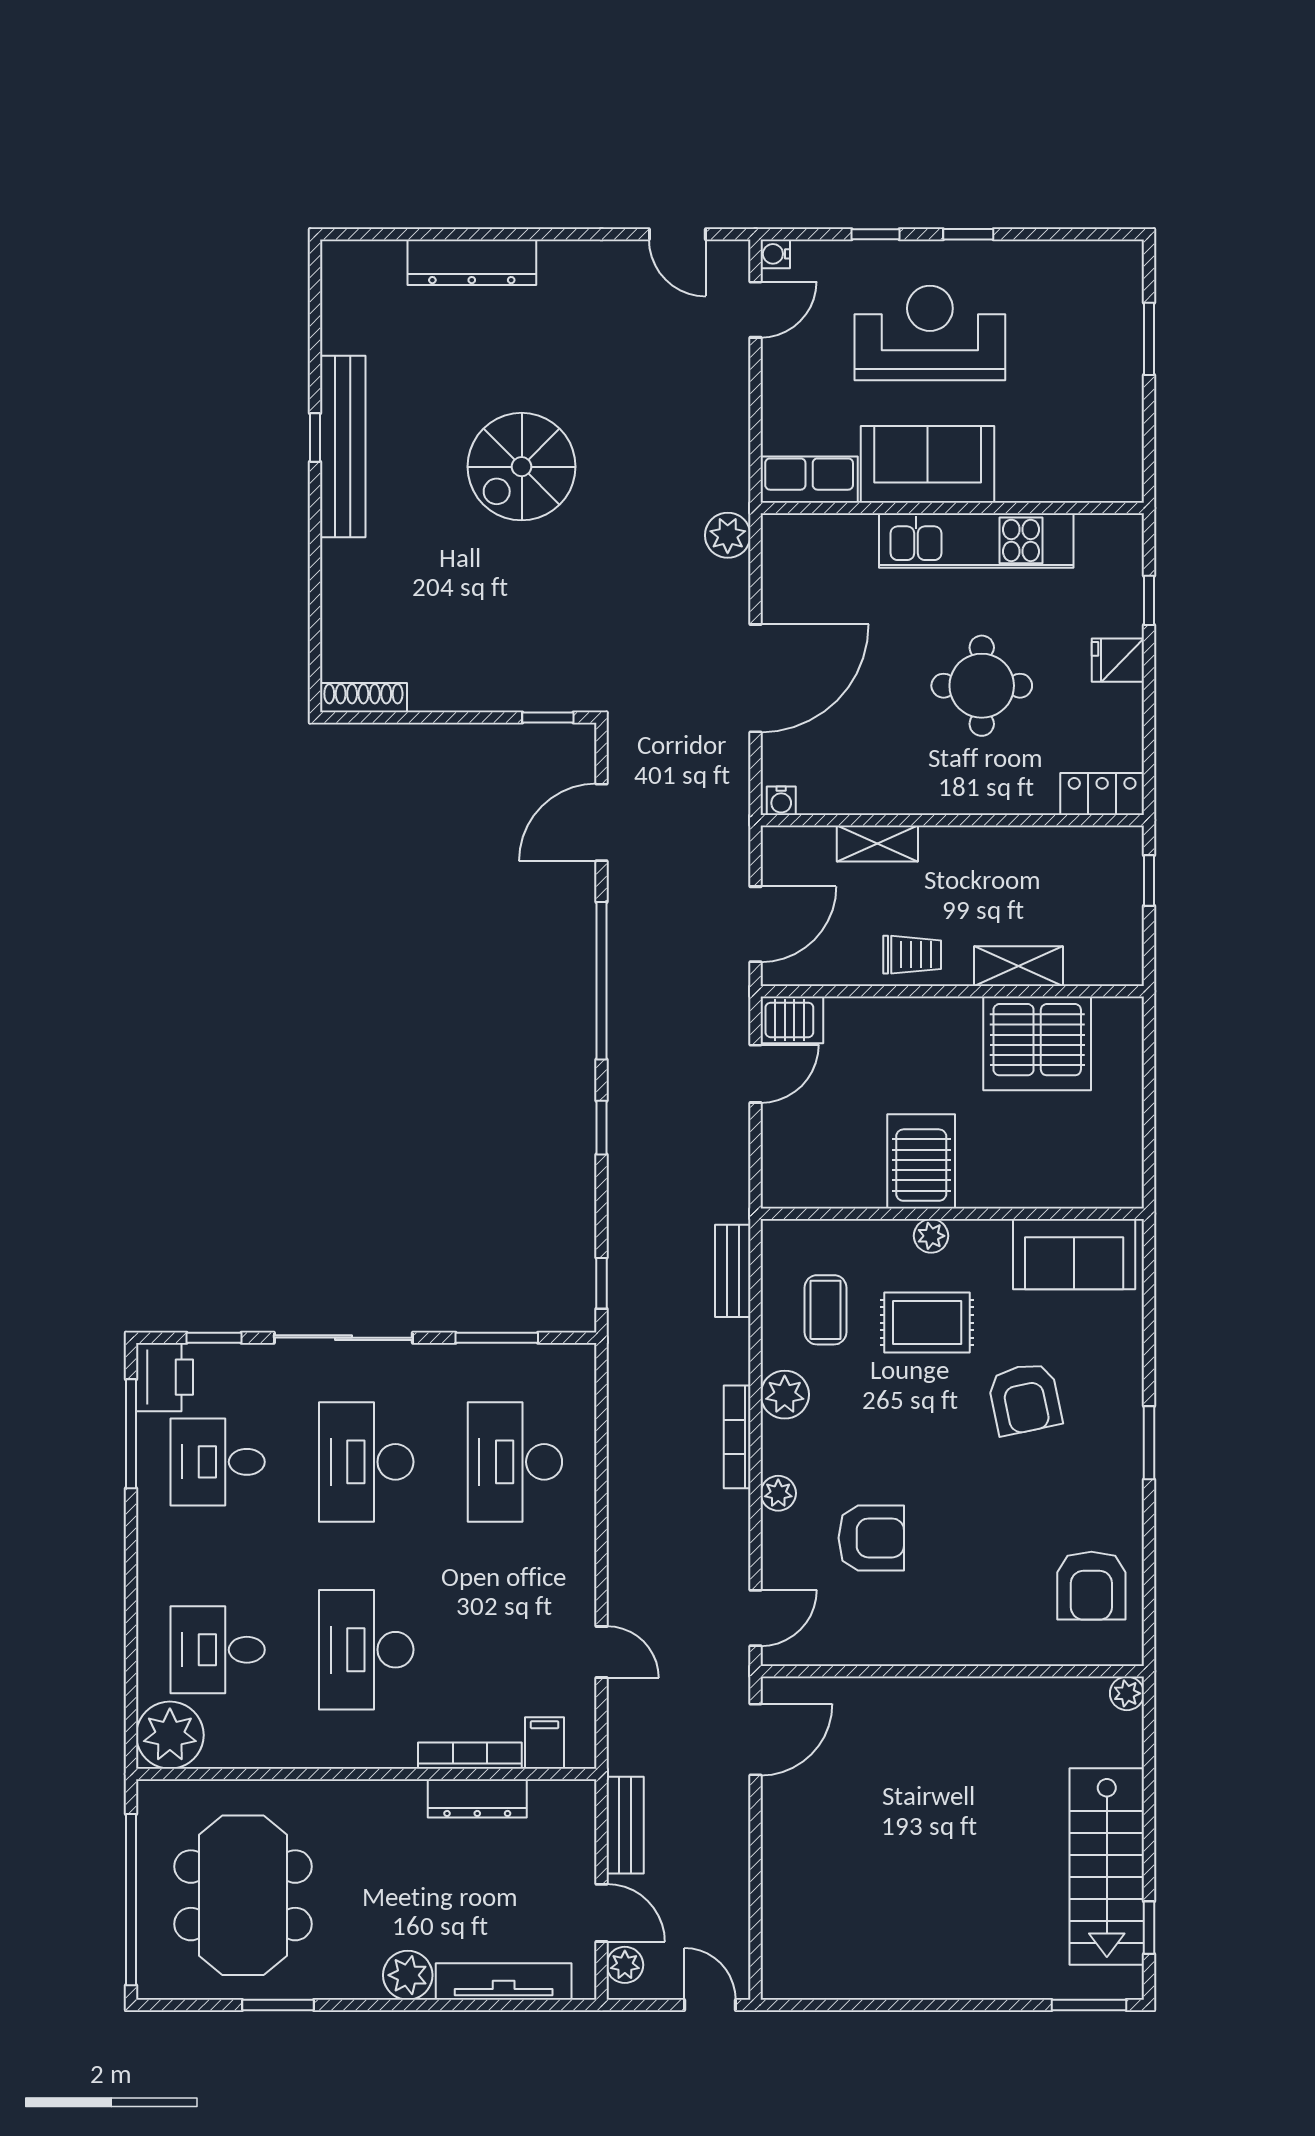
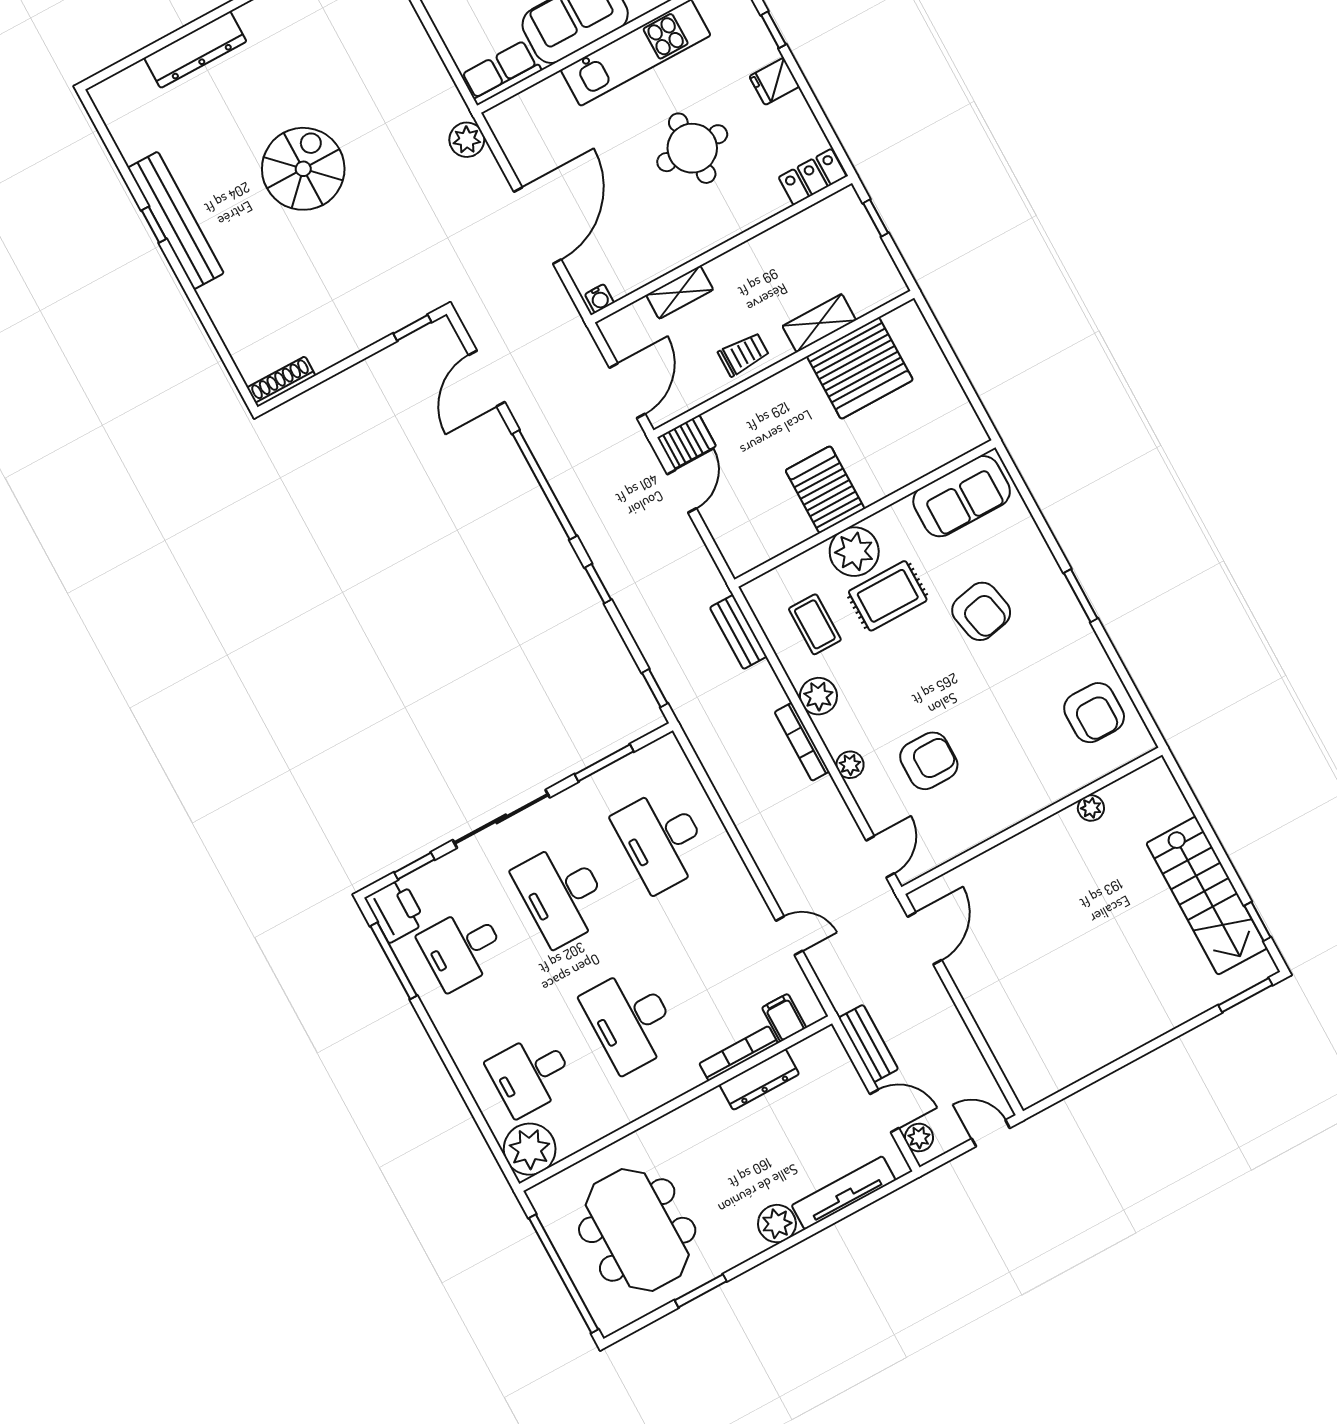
spiral stairs: (522, 467) -> (303, 169), turned 180
plant: (931, 1236) -> (854, 552), width x1.88, depth x1.88
plant: (1127, 1693) -> (1091, 808), moved

